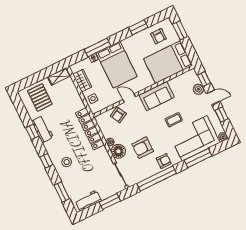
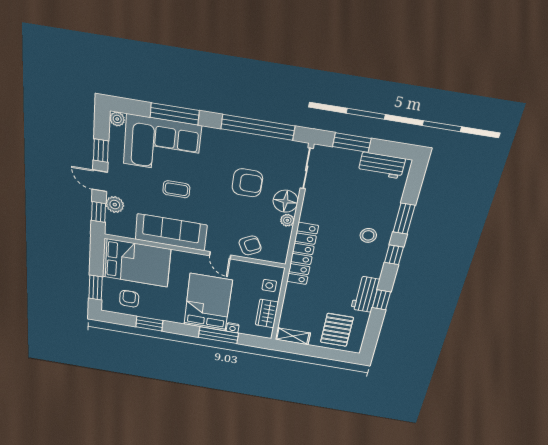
sofa: (157, 96) -> (171, 232), width x1.36
armchair: (164, 161) -> (229, 144), removed
window: (62, 192) -> (404, 219), moved

